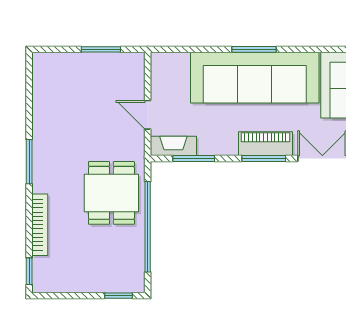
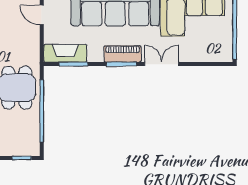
door: (148, 115) -> (42, 15), moved
fireplace: (173, 146) -> (65, 53), width x1.37, depth x1.32

